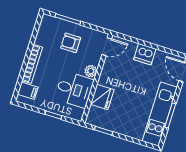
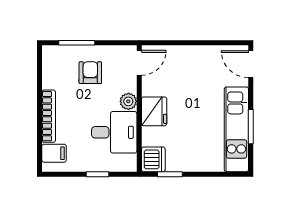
armchair: (71, 43) -> (90, 73), turned 90
dishwasher: (145, 54) -> (153, 159), moved, turned -90
fridge: (102, 97) -> (154, 111), moved

